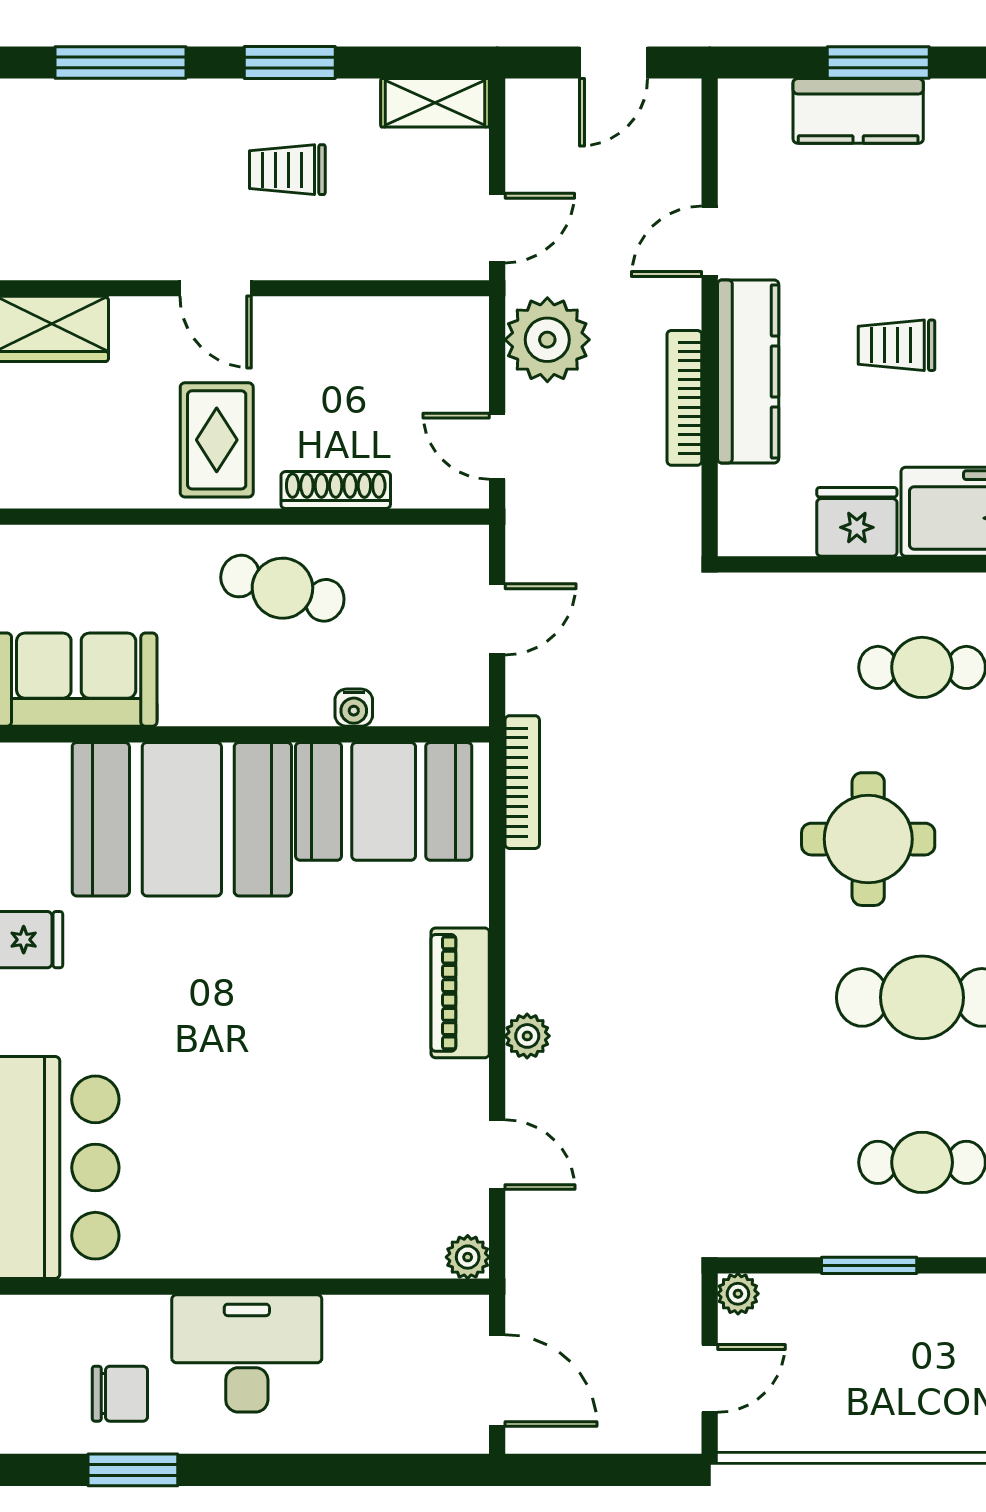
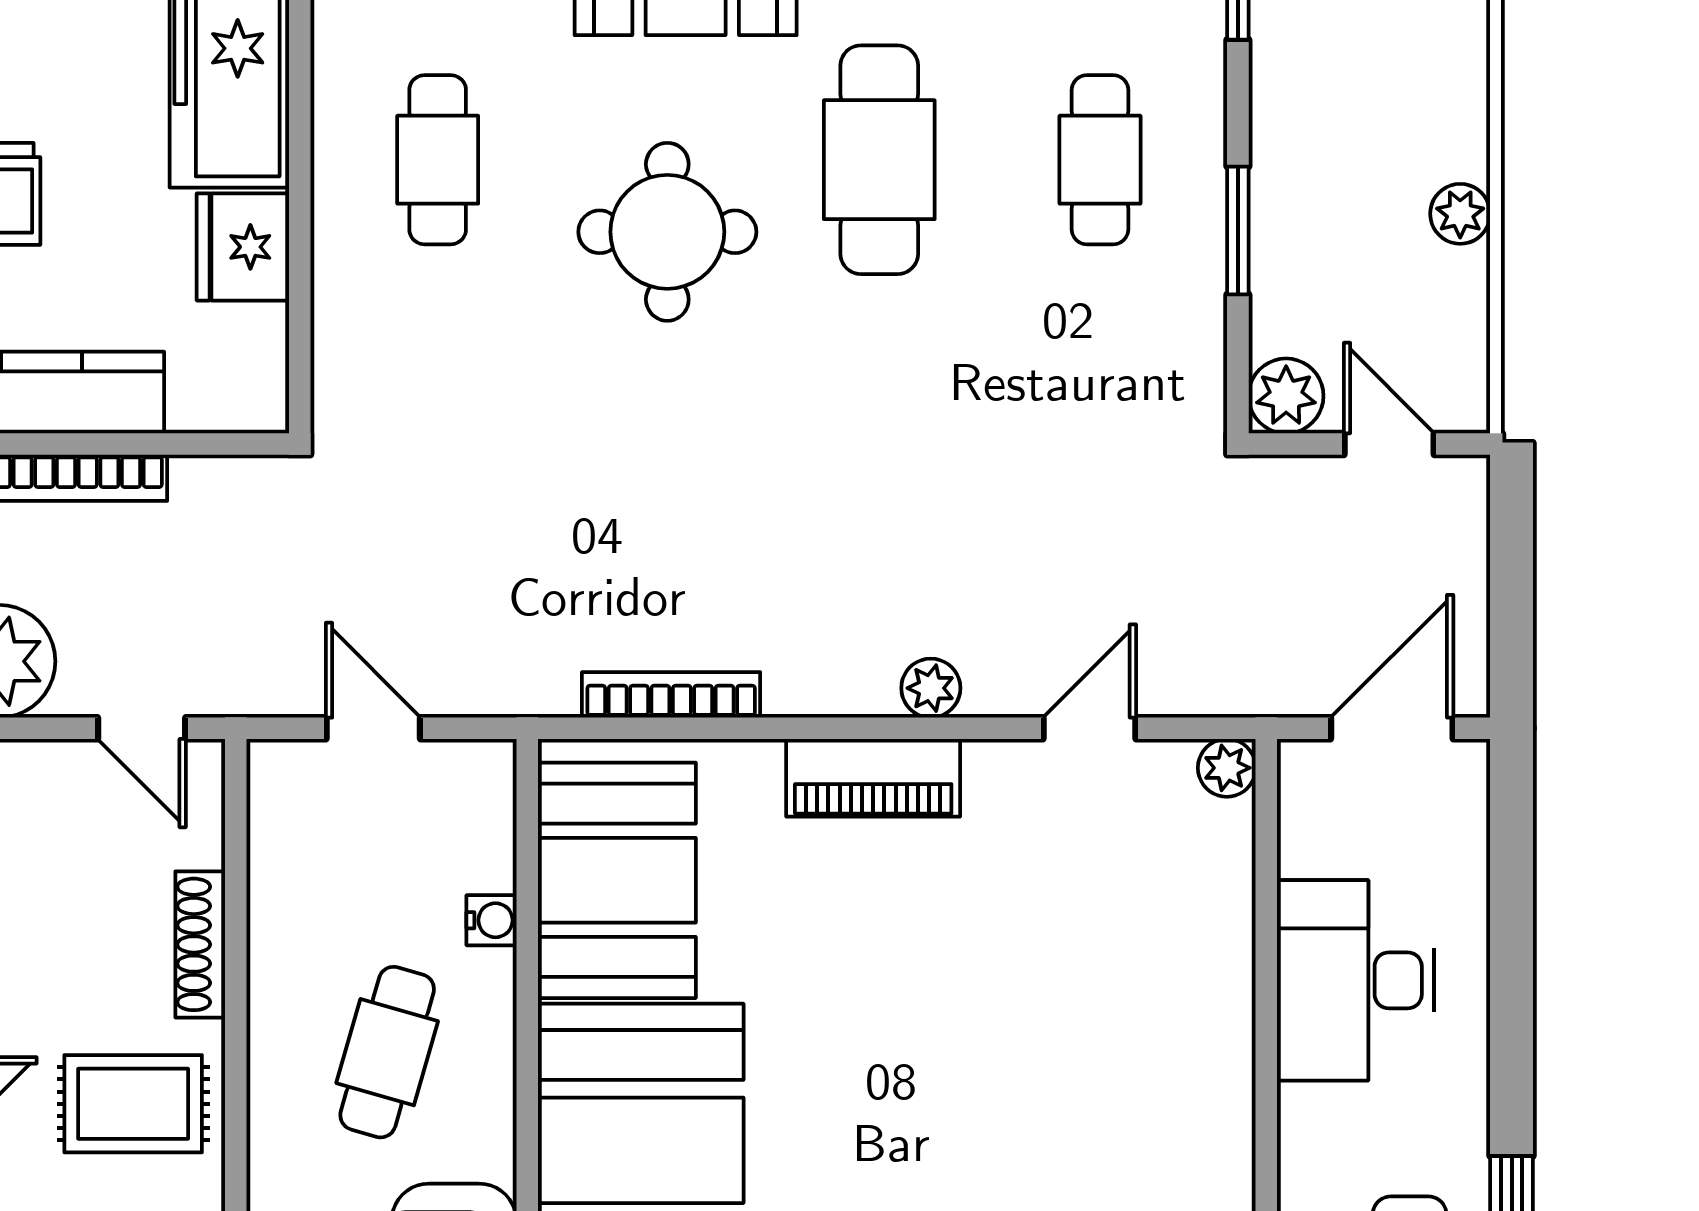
door: (497, 446) -> (142, 728), hinge flipped
cafe table: (282, 588) -> (387, 1052), moved
bookcase: (522, 782) -> (671, 695), moved
plant: (738, 1294) -> (1286, 396), width x1.38, depth x1.38
desk: (247, 1353) -> (1356, 980), moved
plant: (882, 1432) -> (1460, 214), added

